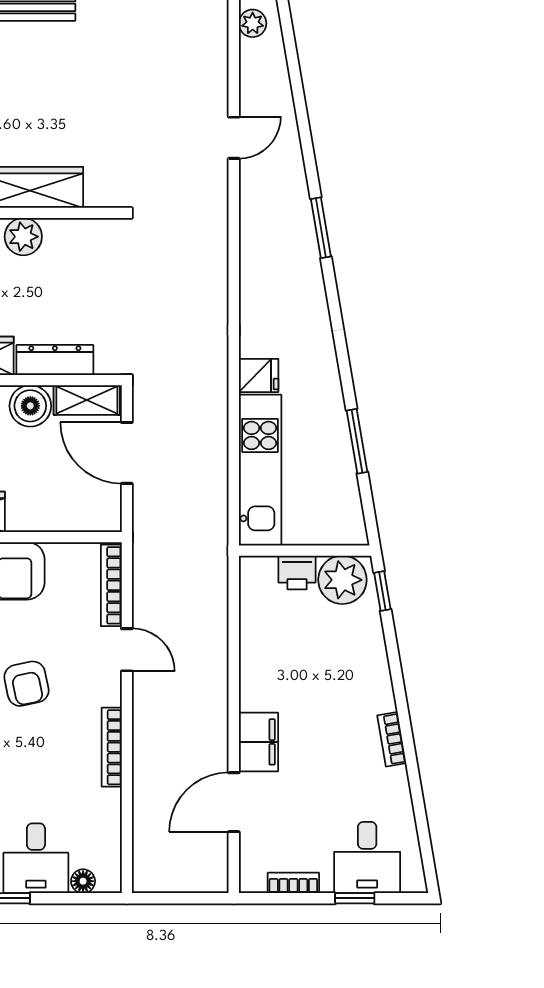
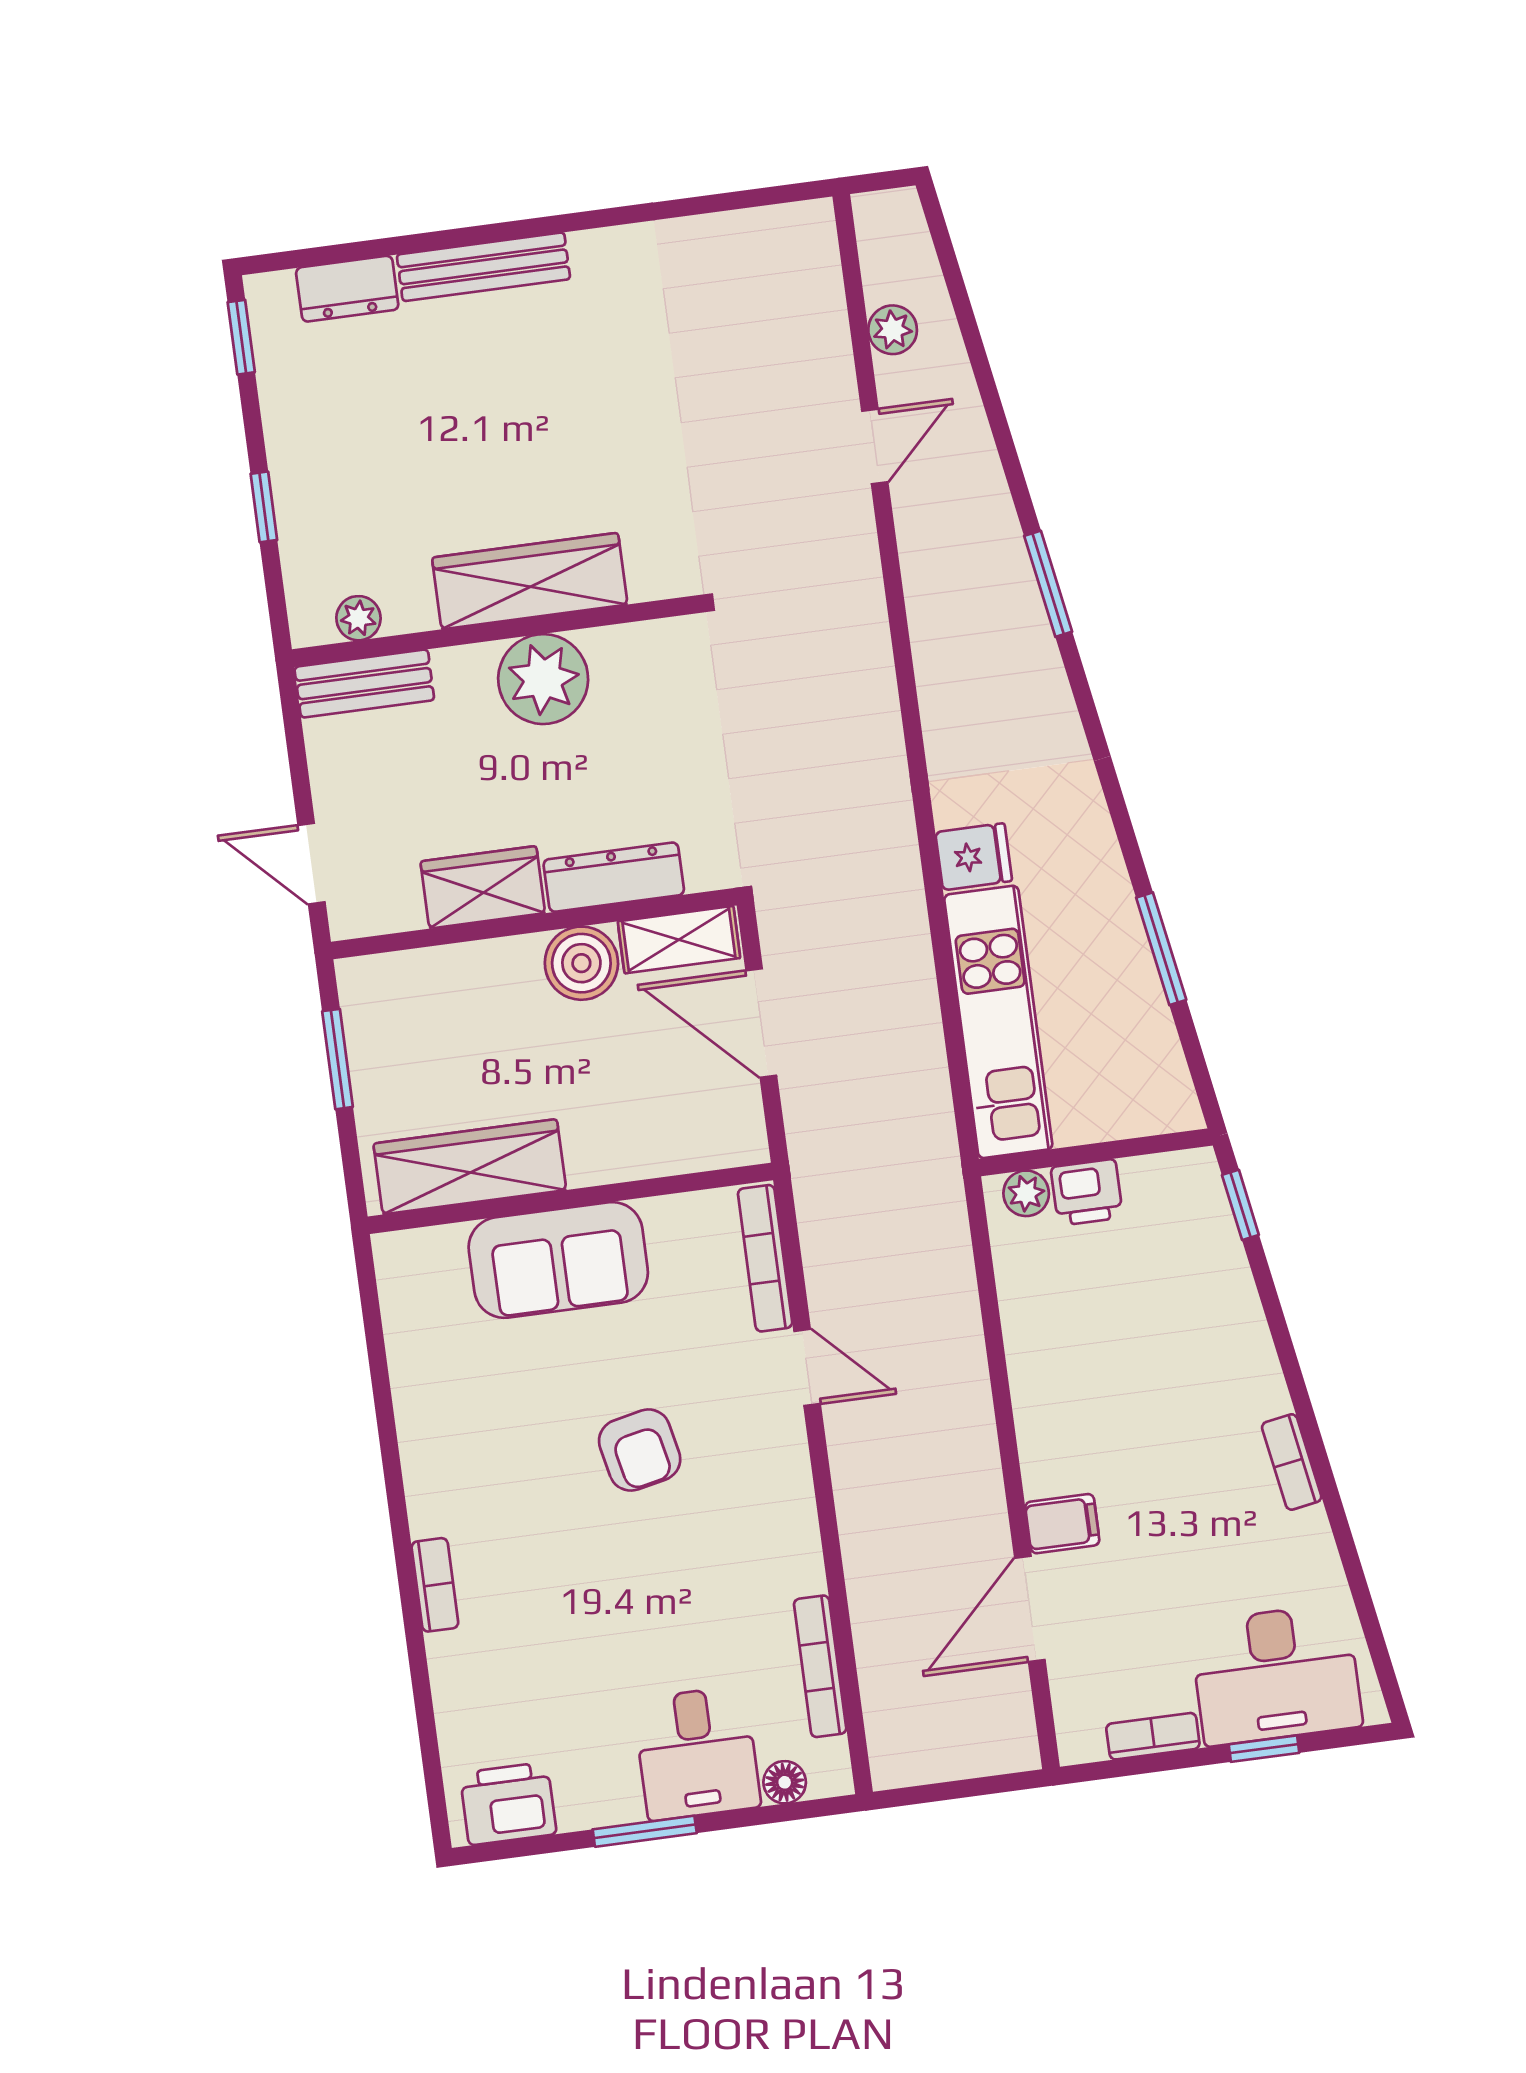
plant: (253, 23) -> (893, 330), moved
plant: (23, 237) -> (543, 679), width x1.36, depth x1.36
plant: (342, 580) -> (1026, 1193), moved, width x0.53, depth x0.53
filing cabinet: (258, 742) -> (1062, 1524), width x0.50
bookcase: (112, 747) -> (820, 1666), moved
desk: (367, 858) -> (1276, 1675), width x1.37

